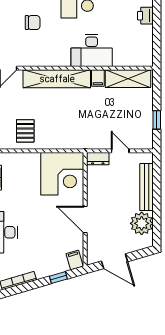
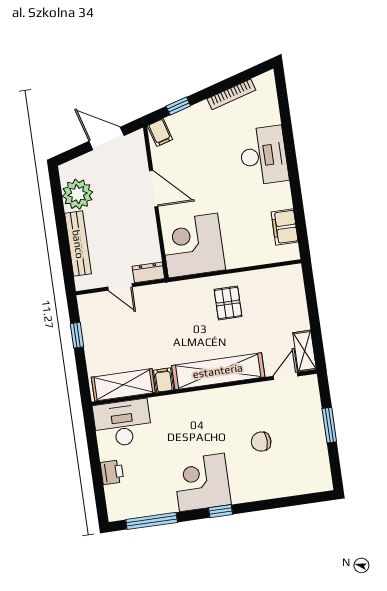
desk: (92, 50) -> (122, 423), moved
pallet: (25, 131) -> (228, 303), moved

